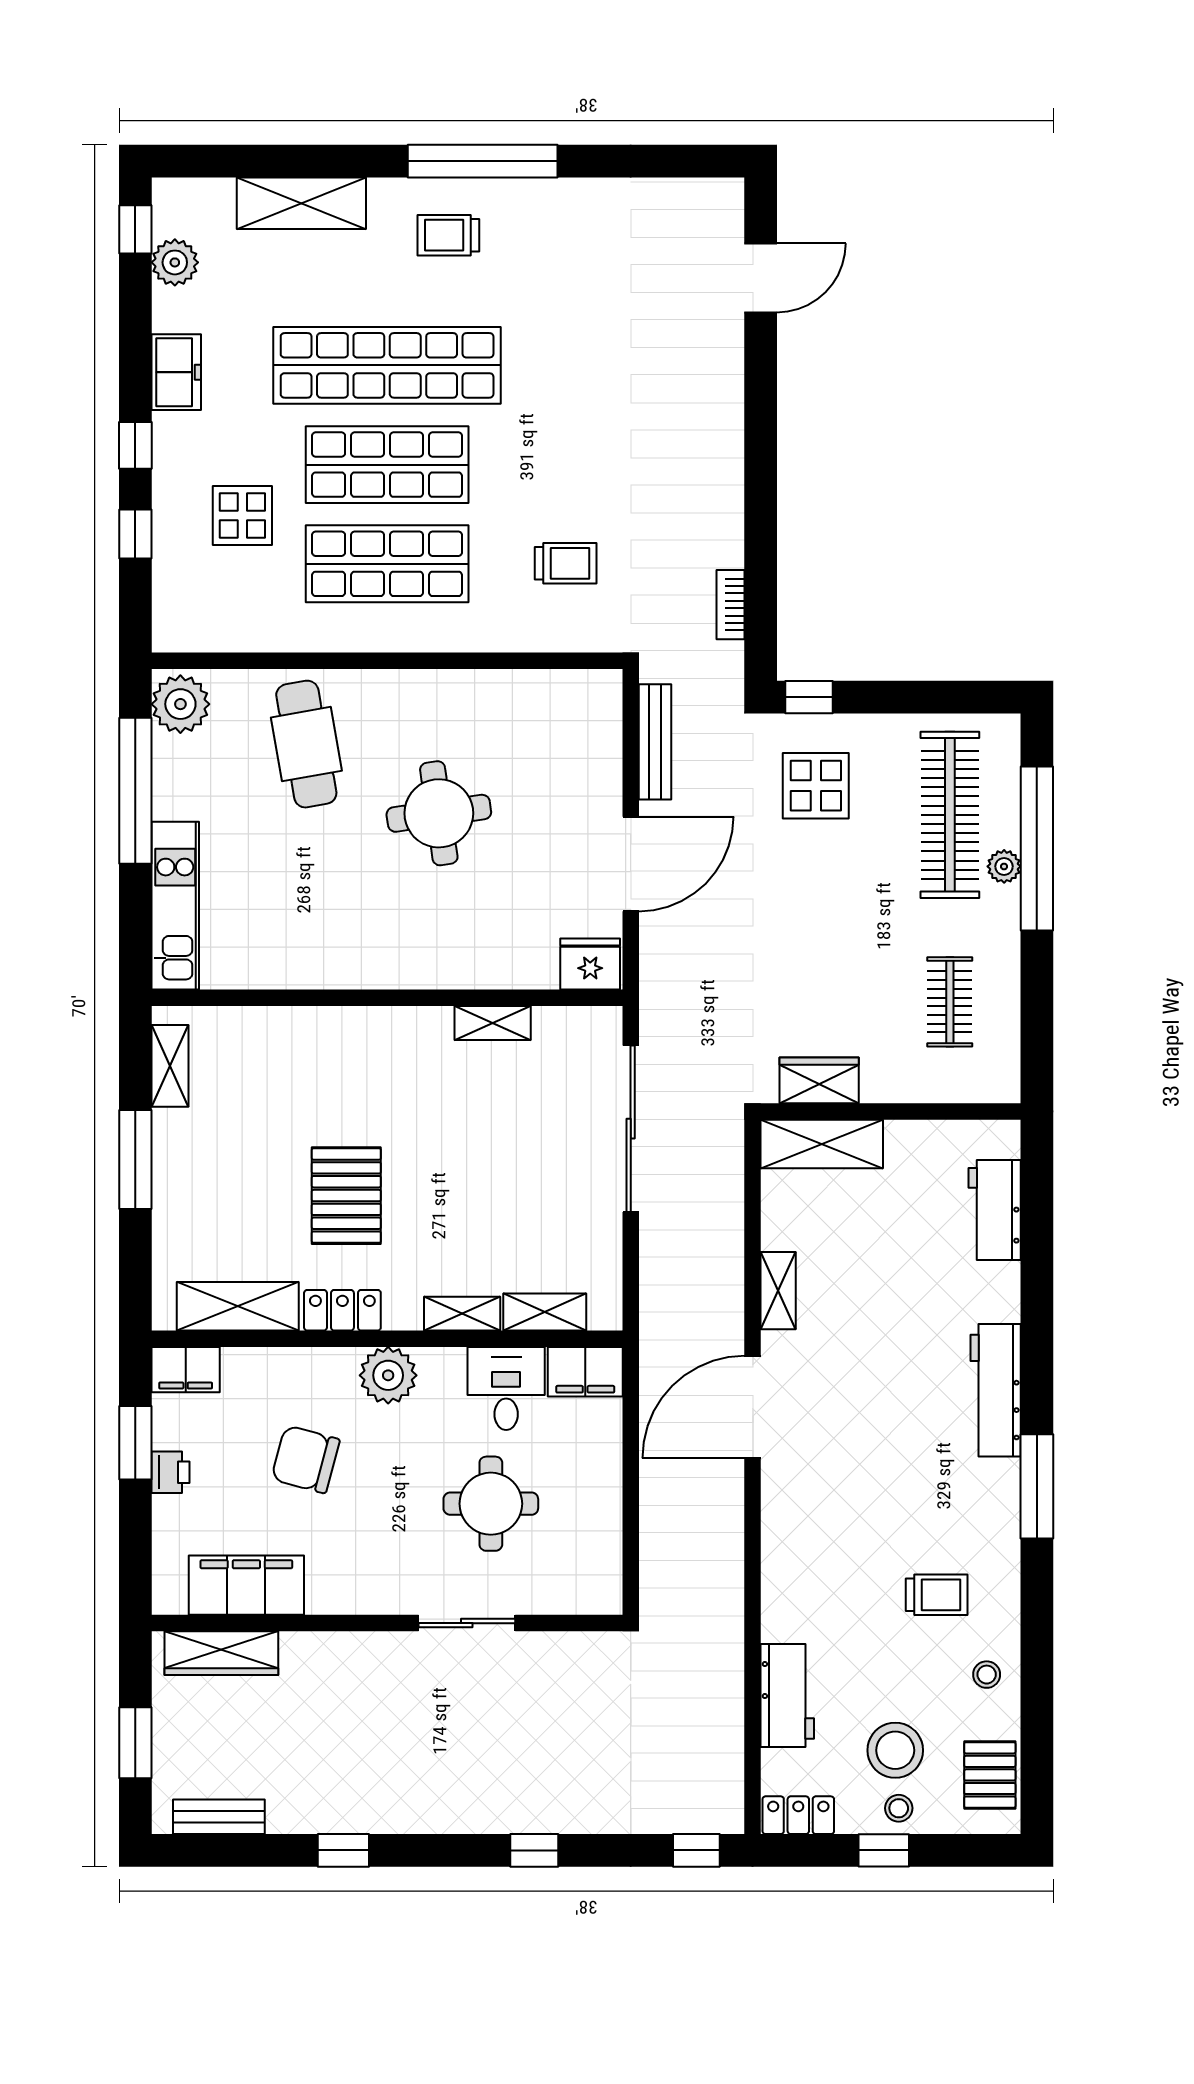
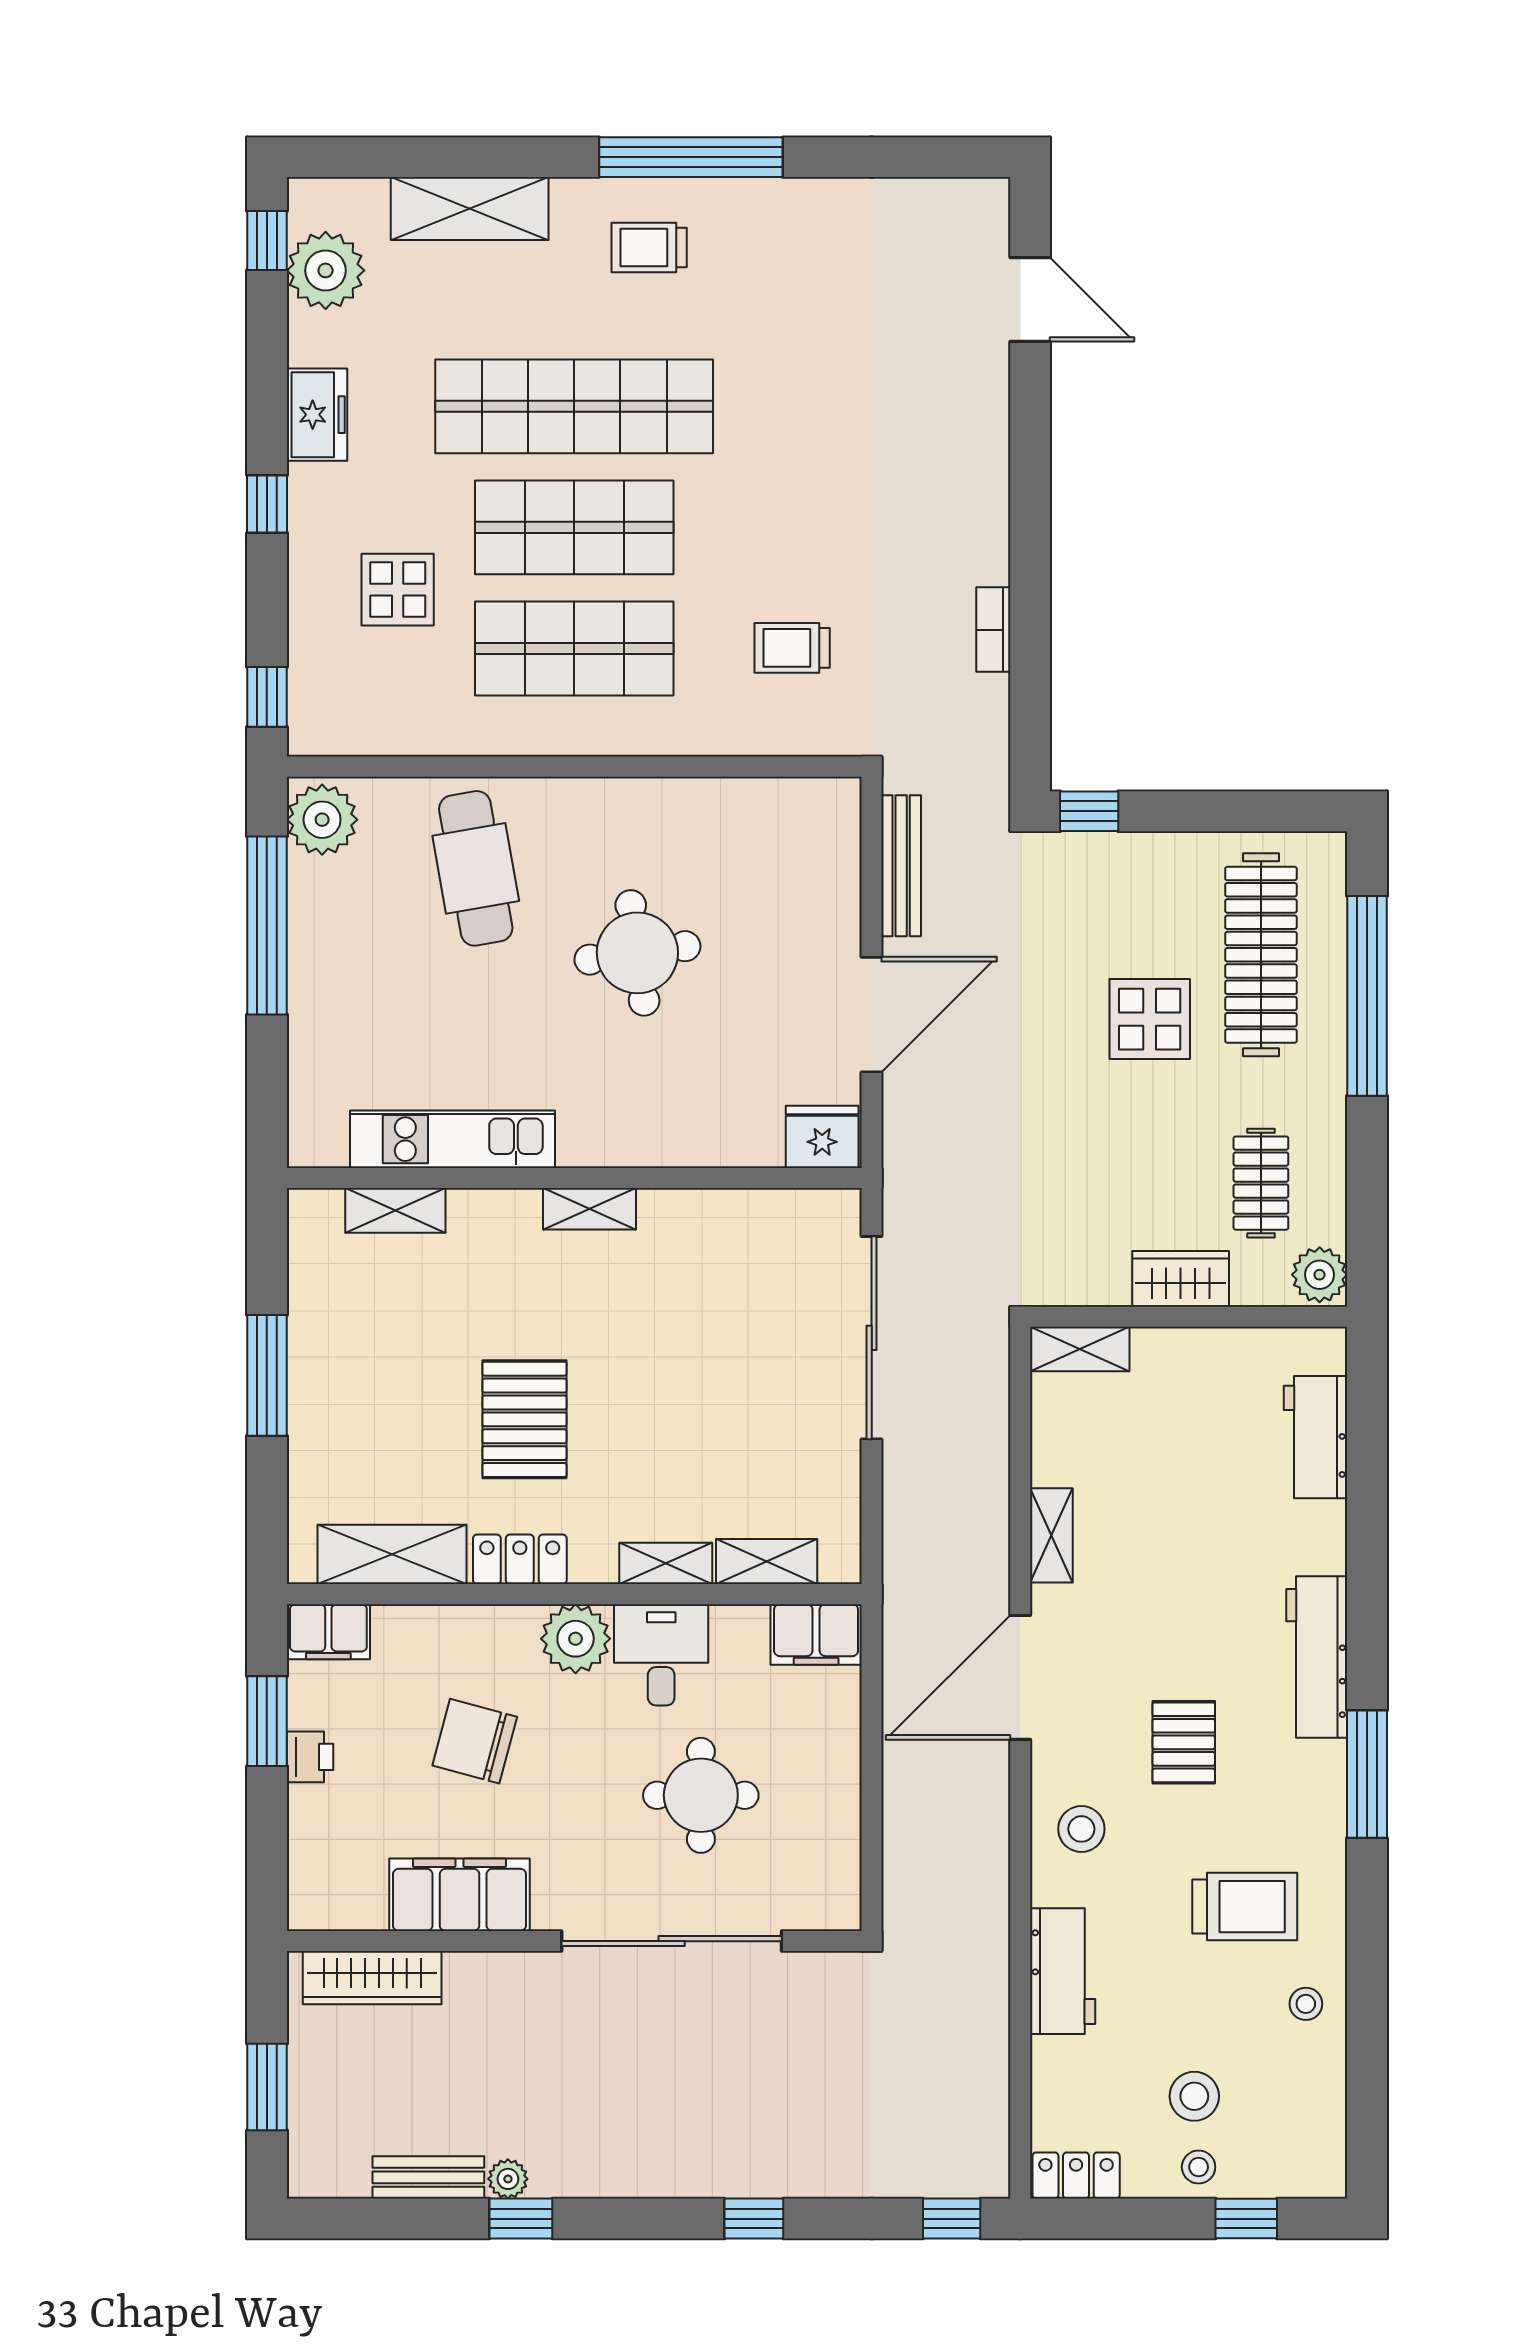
plant: (175, 262) -> (326, 270), width x1.36, depth x1.36
door: (761, 278) -> (1030, 300), hinge flipped
window: (135, 534) -> (267, 697), moved
trolley: (566, 563) -> (792, 648), turned 180
bookcase: (730, 605) -> (993, 630), moved
display table: (816, 786) -> (1150, 1019), moved
plant: (1004, 866) -> (1320, 1275), moved, width x1.38, depth x1.38
kitchen unit: (175, 906) -> (452, 1139), moved, turned -90
shelving: (493, 1023) -> (590, 1209), moved
shelving: (170, 1066) -> (395, 1210), moved, turned 90
wardrobe: (819, 1080) -> (1181, 1279), moved
shelving: (822, 1144) -> (1080, 1349), width x0.67, depth x0.75
desk: (506, 1388) -> (661, 1655), moved
stool: (803, 1531) -> (1081, 1829), added
filing cabinet: (246, 1585) -> (460, 1895), moved
trolley: (937, 1595) -> (1245, 1907), width x1.36, depth x1.39
sliding door: (467, 1623) -> (672, 1941), width x1.86
workbench: (787, 1695) -> (1063, 1971), moved
stool: (895, 1750) -> (1194, 2096), width x0.73, depth x0.73
pallet: (990, 1775) -> (1184, 1742), moved
bench: (219, 1817) -> (428, 2177), moved
plant: (333, 1818) -> (508, 2179), added
window: (884, 1850) -> (1246, 2219), moved

